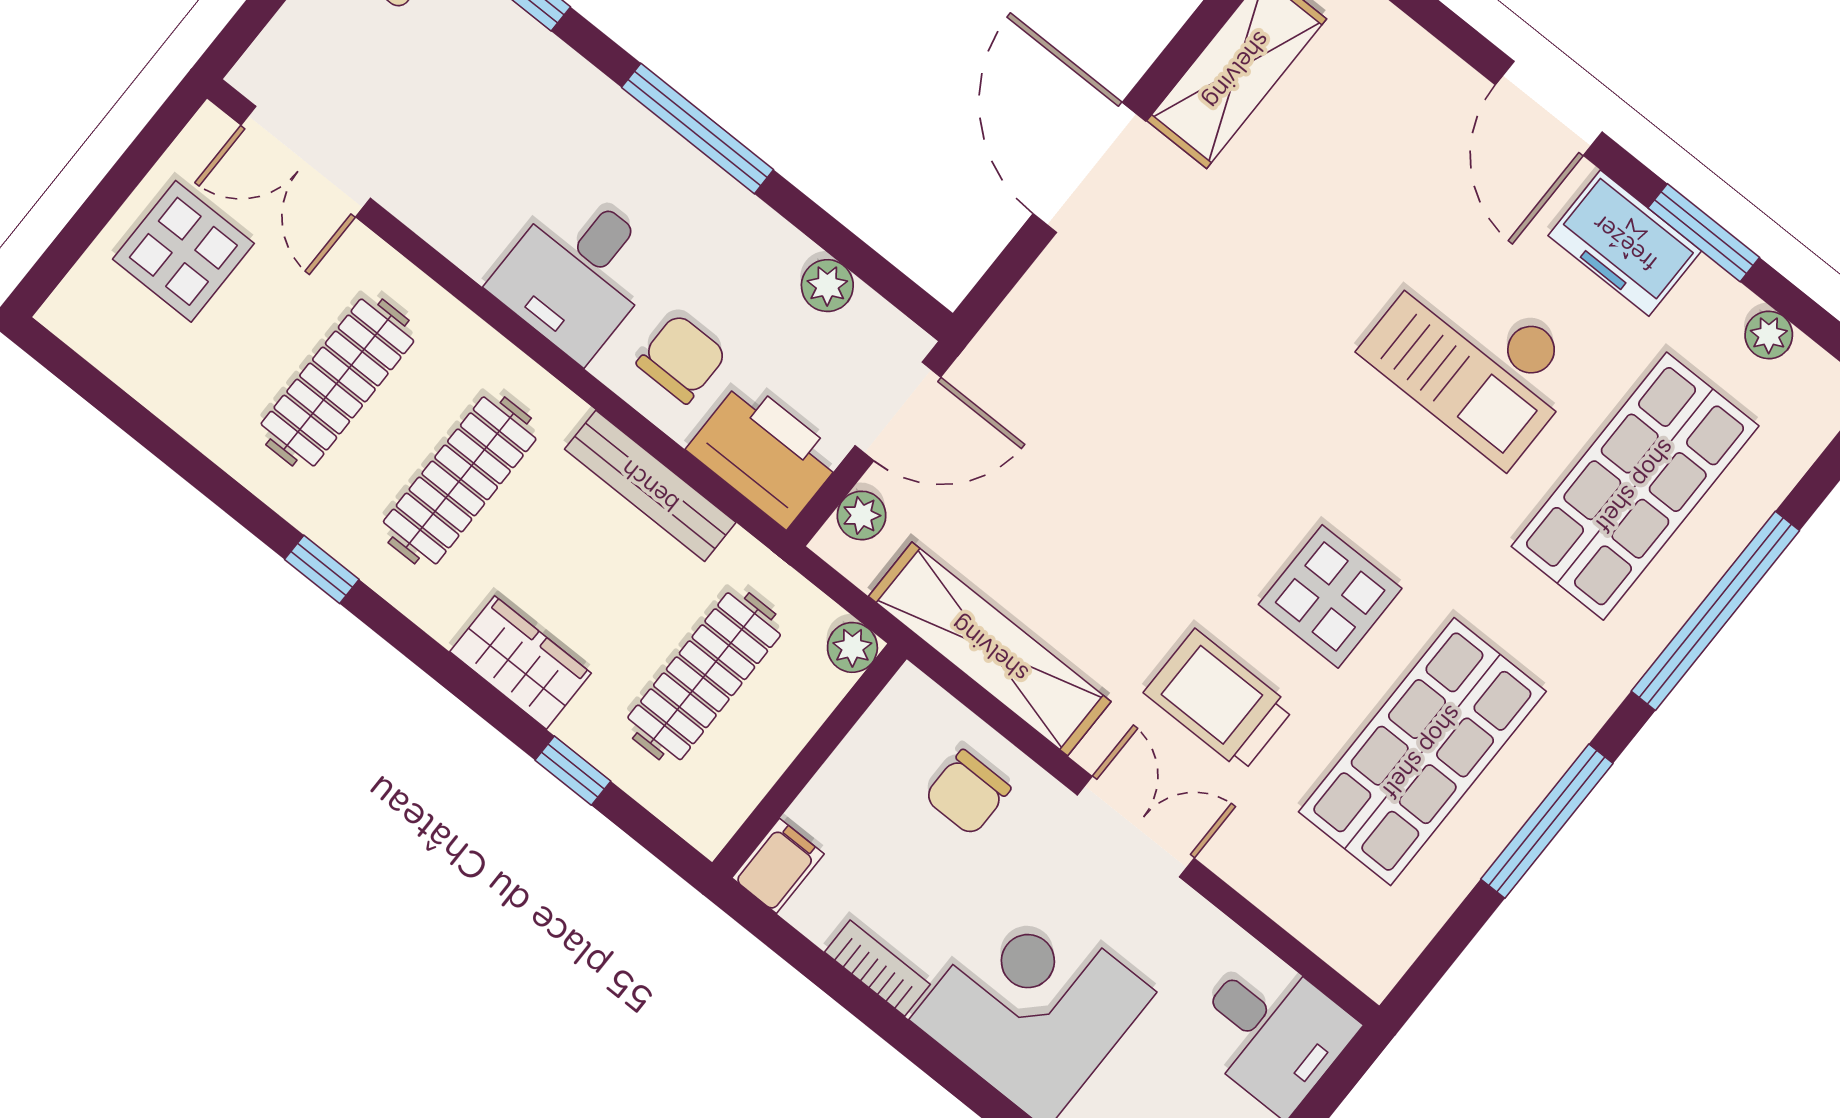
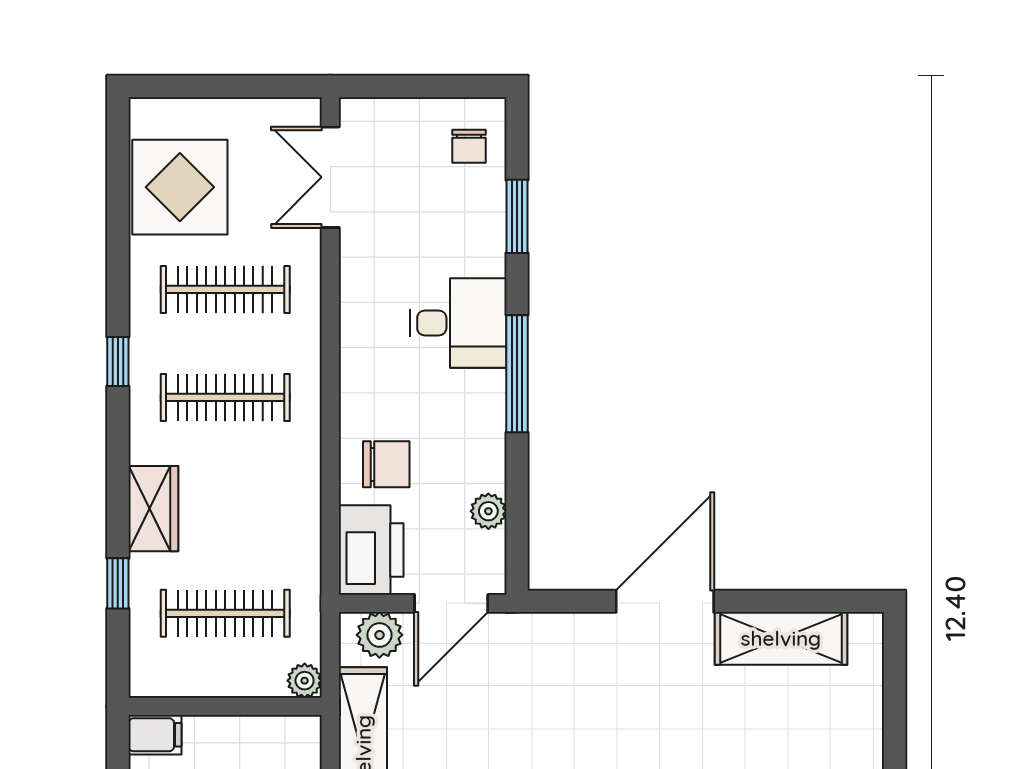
display table: (183, 251) -> (180, 187), moved, width x1.36, depth x1.36
desk: (577, 273) -> (458, 323), moved, turned 180
door: (898, 411) -> (451, 603), hinge flipped
bench: (650, 486) -> (304, 502), removed
plant: (862, 515) -> (379, 635), width x1.38, depth x1.38

